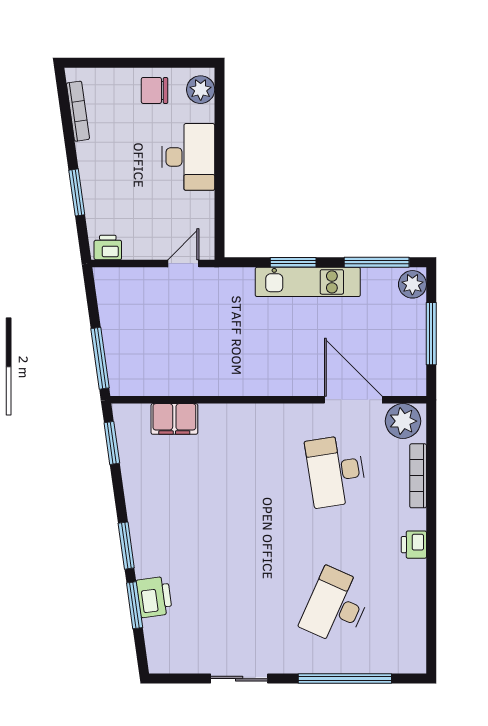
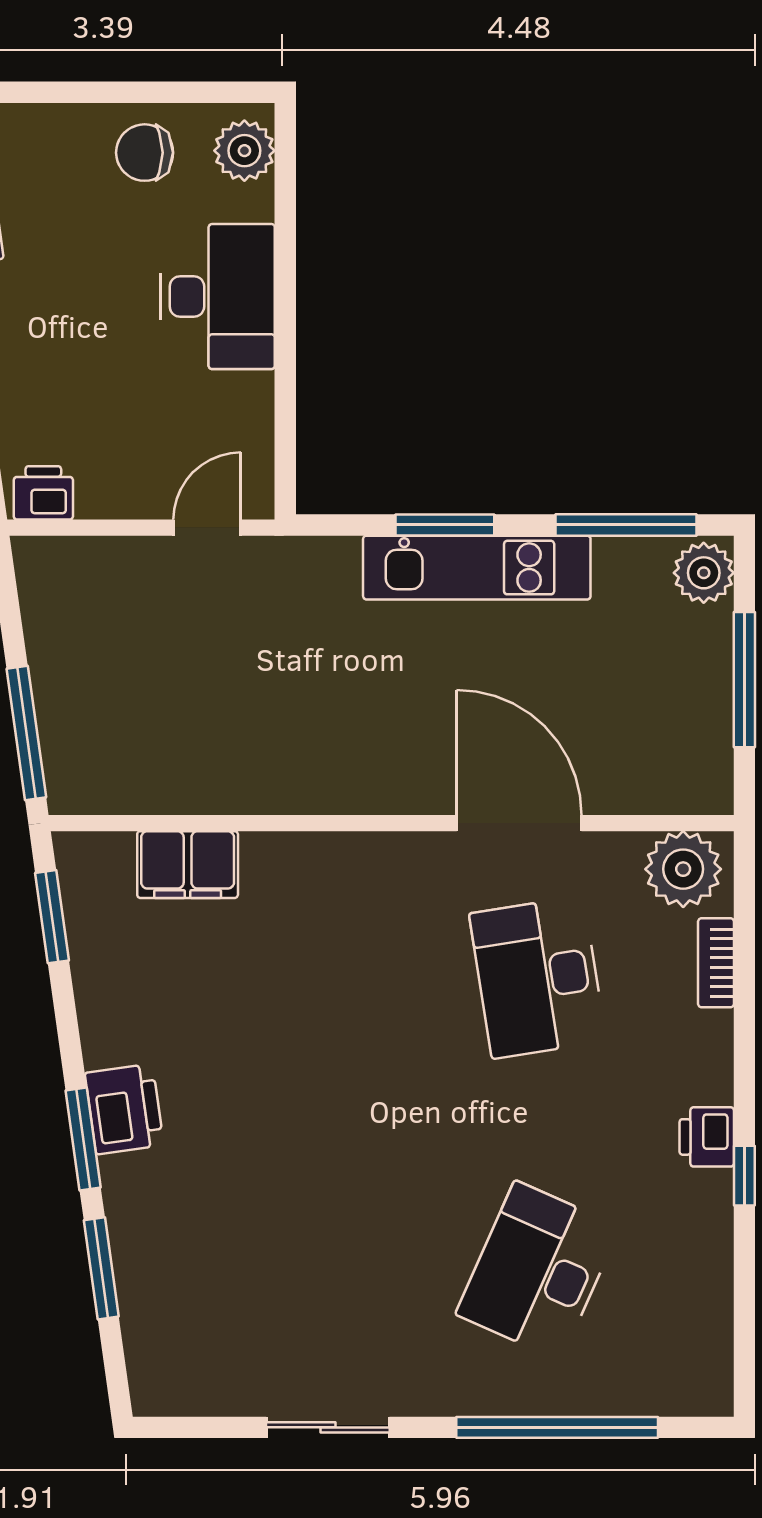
door: (353, 400) -> (519, 823), moved
bookcase: (418, 476) -> (716, 963), width x0.64
window: (431, 562) -> (744, 1176), added
printer: (154, 597) -> (124, 1109), moved

